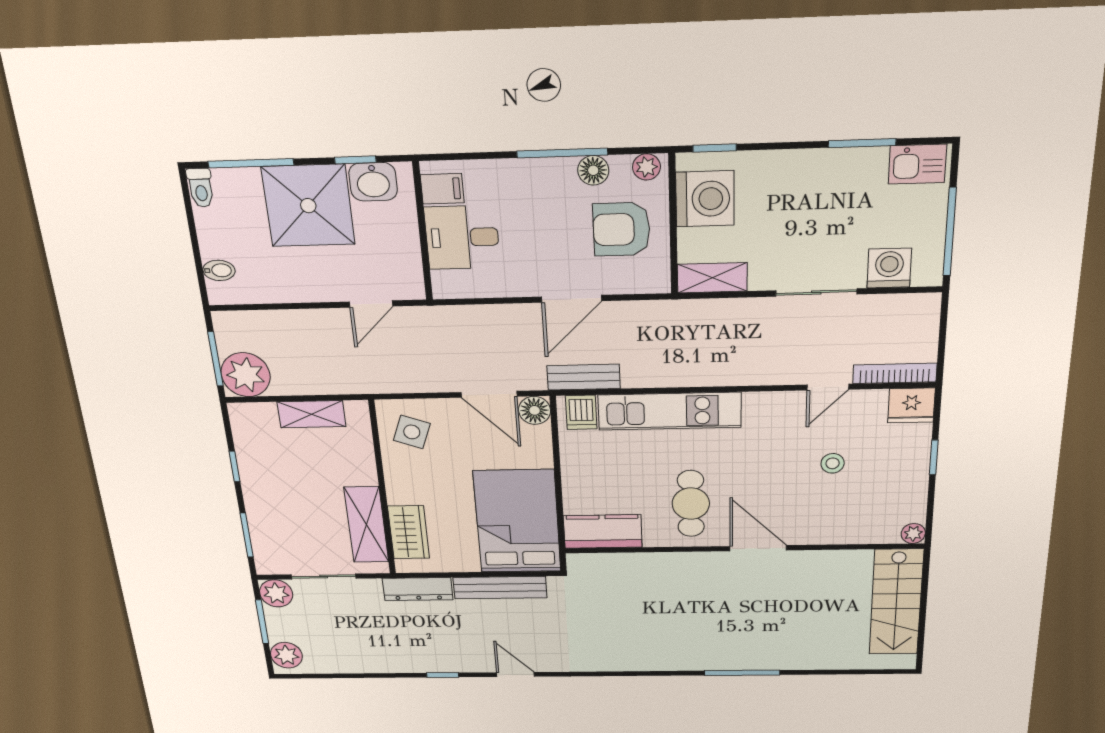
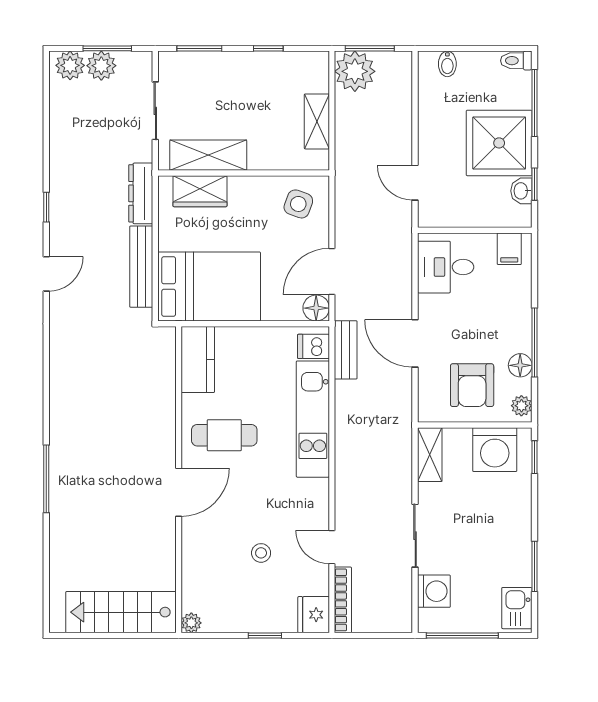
washbasin: (373, 182) -> (521, 191), width x0.72, depth x0.69
armchair: (622, 229) -> (472, 385), turned 180
desk: (462, 237) -> (446, 267), moved, turned -90
plant: (276, 593) -> (101, 66), moved

